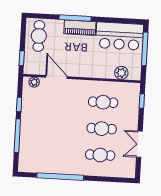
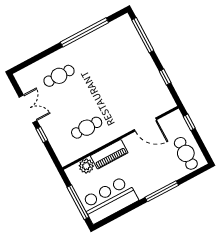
piano: (80, 28) -> (109, 154), moved, turned 180
plant: (34, 82) -> (164, 107), removed
window: (142, 101) -> (42, 135), moved
cafe table: (102, 129) -> (73, 102), removed
window: (17, 136) -> (143, 35), moved

